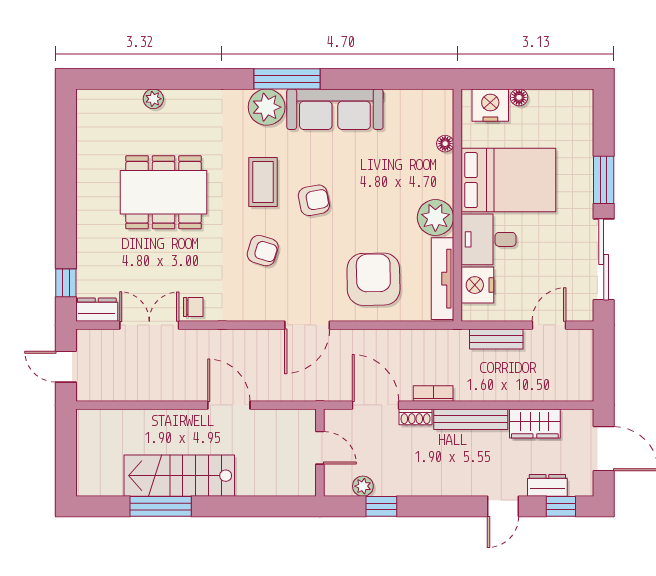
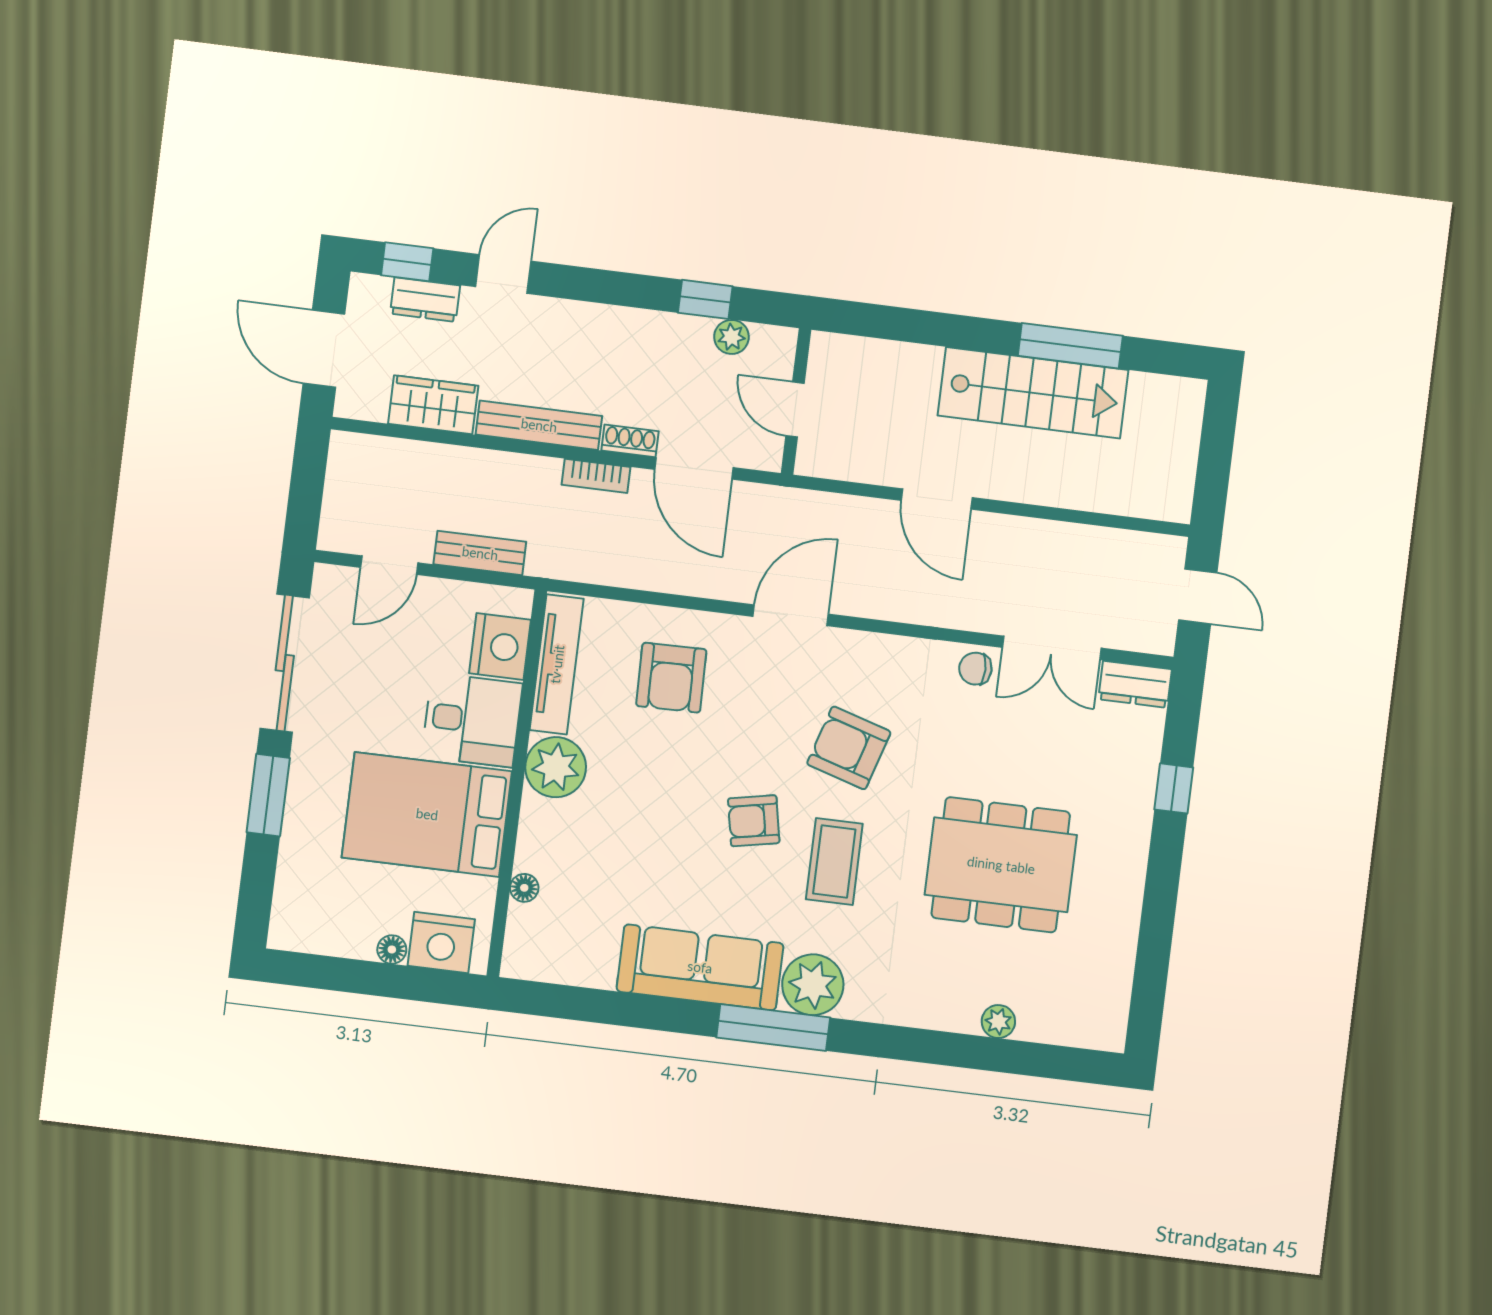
armchair: (263, 251) -> (849, 748), width x1.38, depth x1.38
armchair: (373, 279) -> (671, 678), width x0.73, depth x0.73
window: (66, 283) -> (1174, 788), moved

